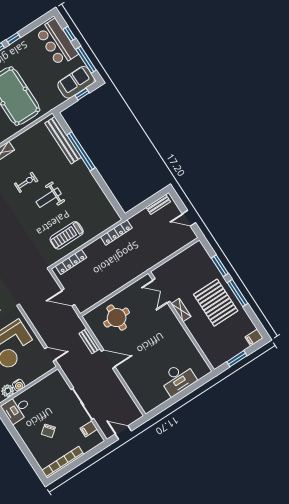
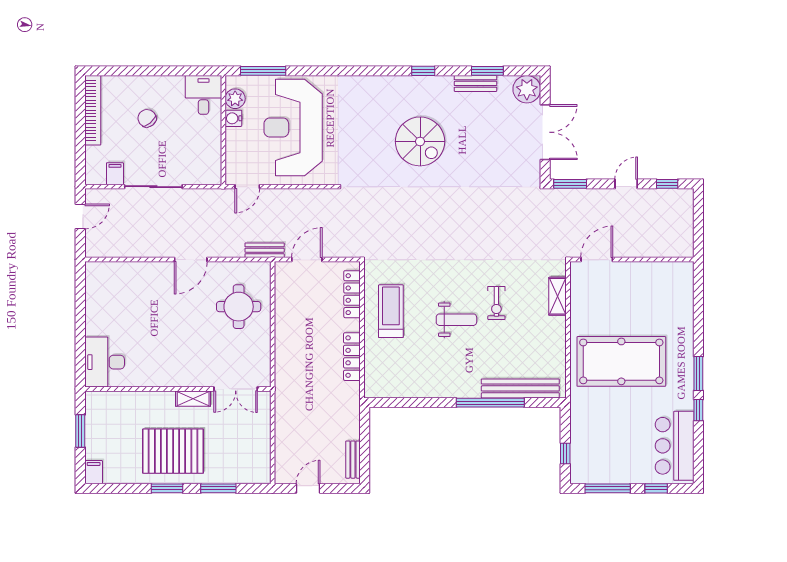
bar counter: (57, 43) -> (675, 446), moved, turned -90
sofa: (76, 82) -> (586, 456), removed
weight bench: (49, 198) -> (456, 320), turned 90
locker: (116, 232) -> (352, 357), moved
double door: (161, 291) -> (236, 389), swing flipped
window: (237, 293) -> (167, 488), width x0.69
bench: (89, 341) -> (265, 250), moved
desk: (178, 379) -> (105, 362), moved

